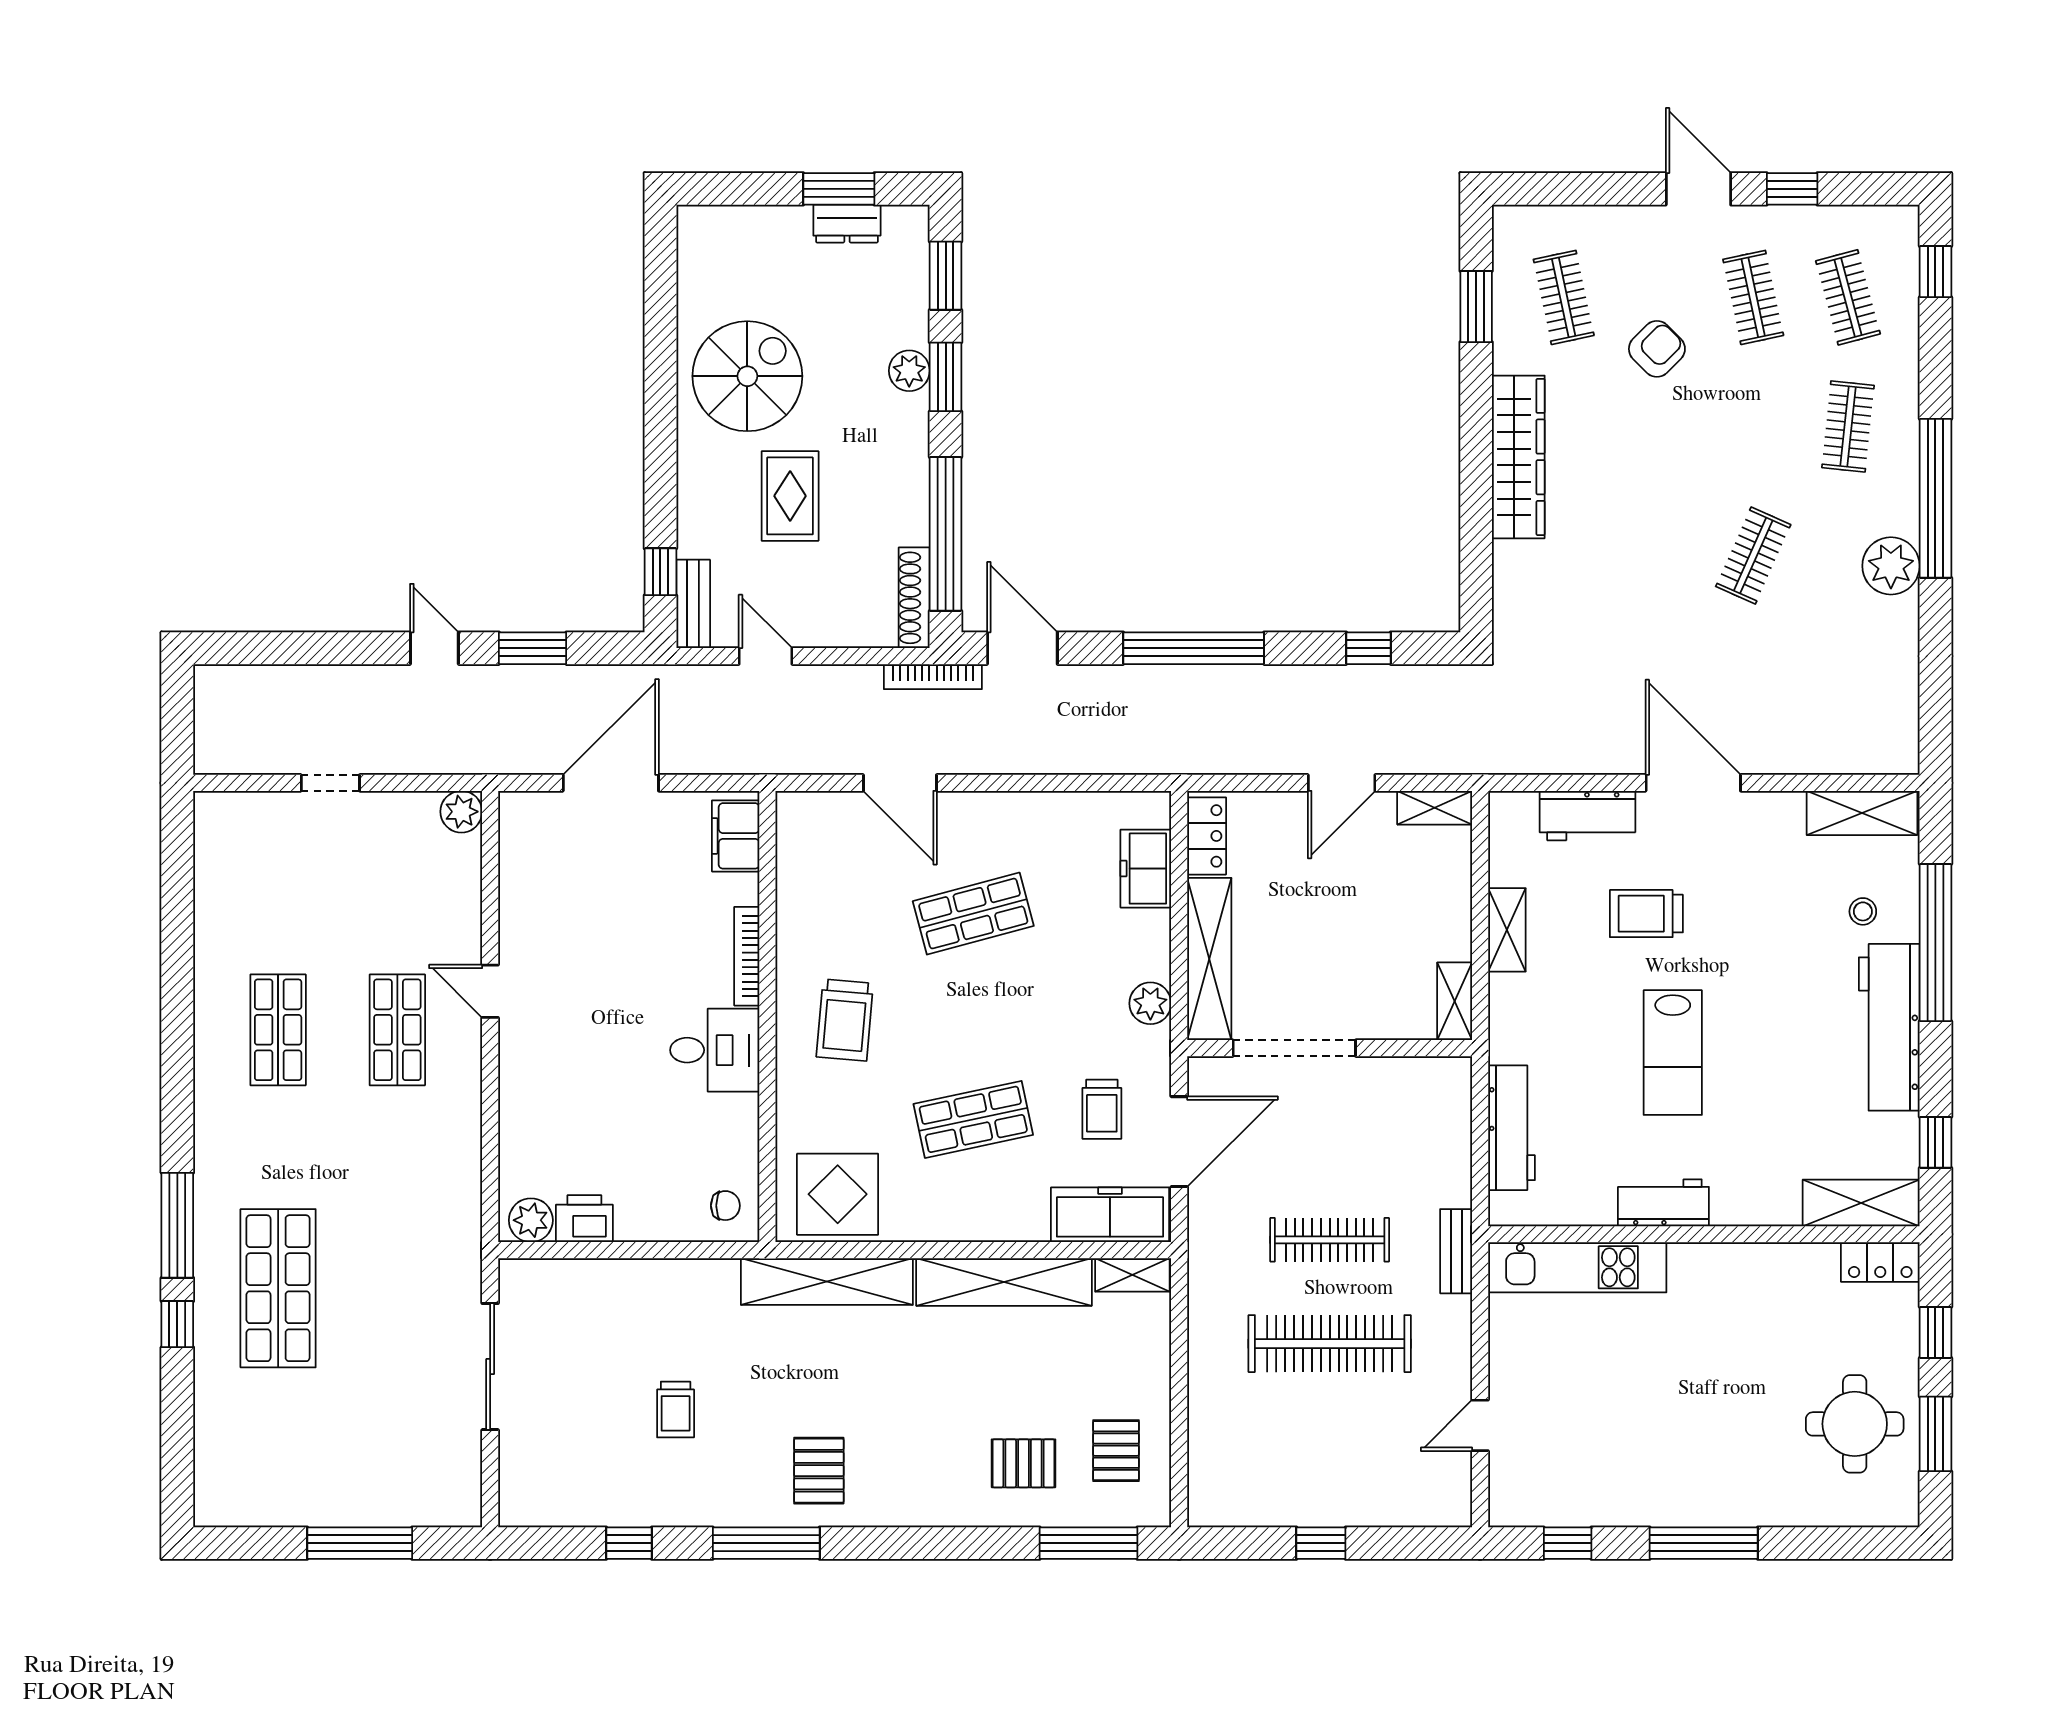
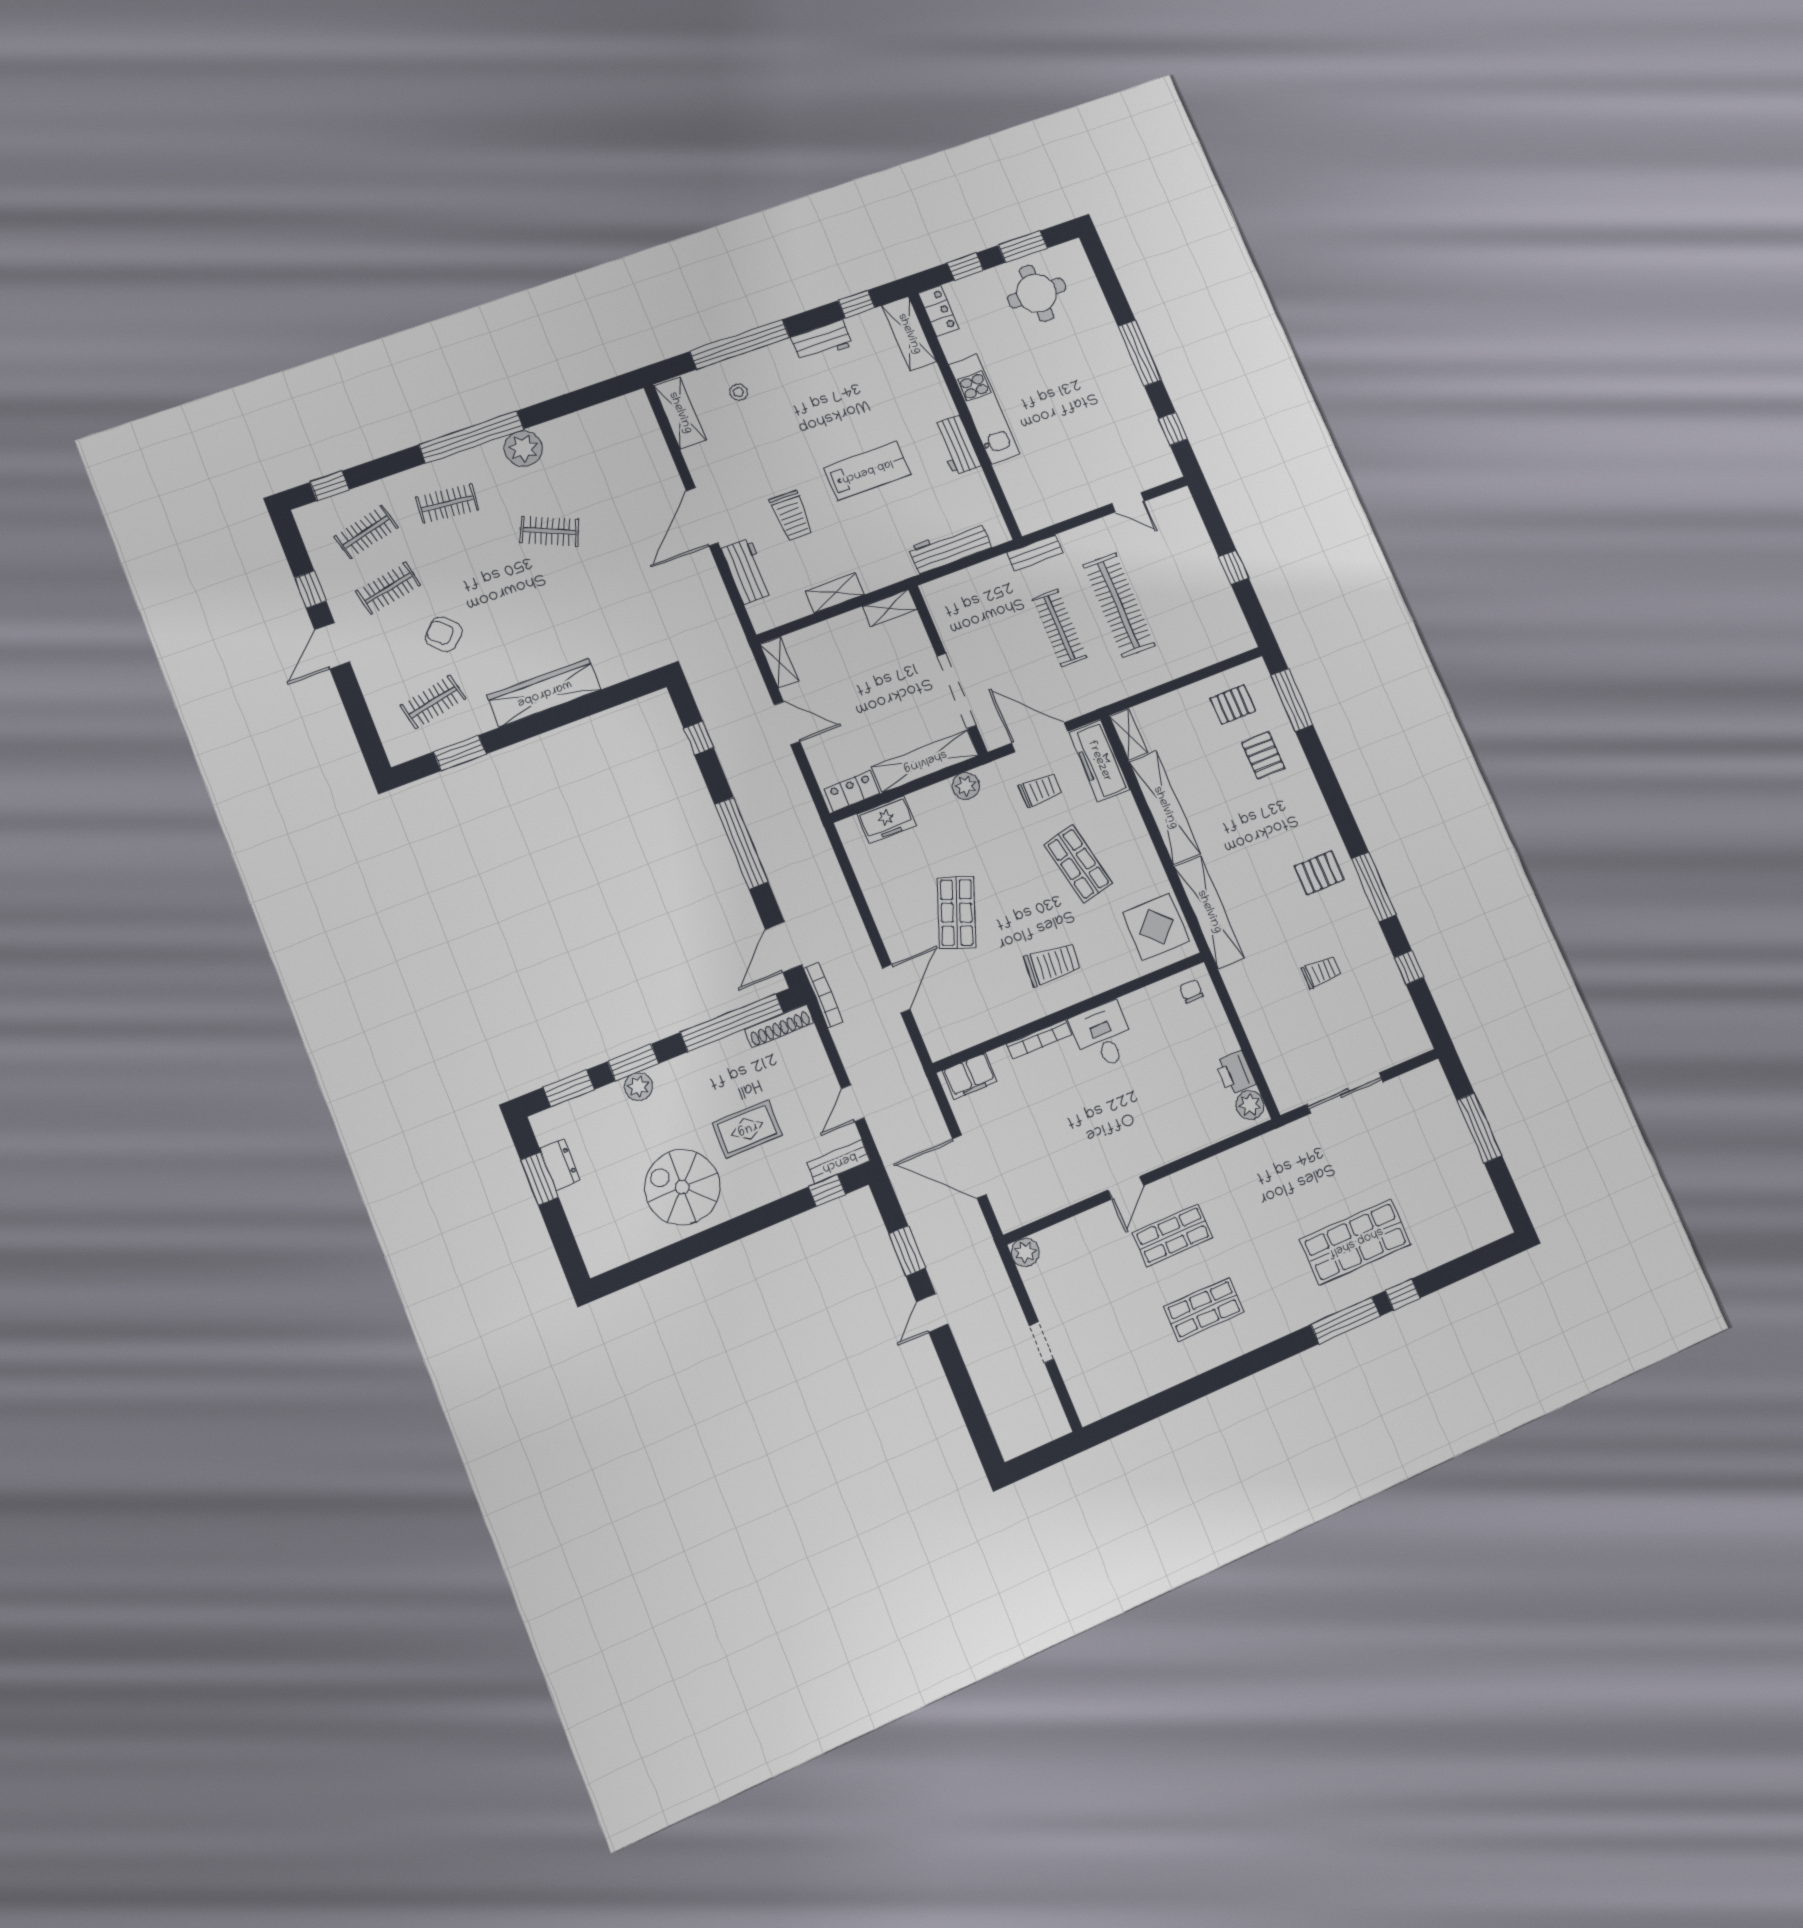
shop shelf: (973, 914) -> (957, 913), turned 36
workbench: (1889, 1027) -> (822, 341), width x0.53, depth x0.76
kitchen unit: (1577, 1267) -> (984, 409), moved

